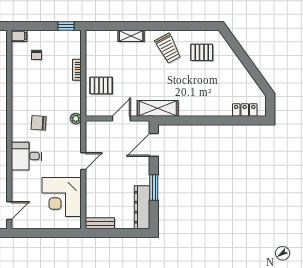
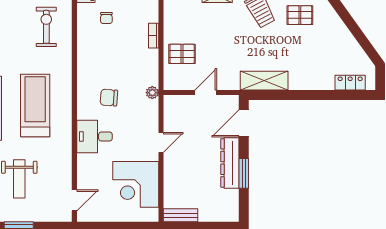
shelving: (158, 108) -> (264, 81), moved
dresser: (142, 207) -> (230, 163), moved

